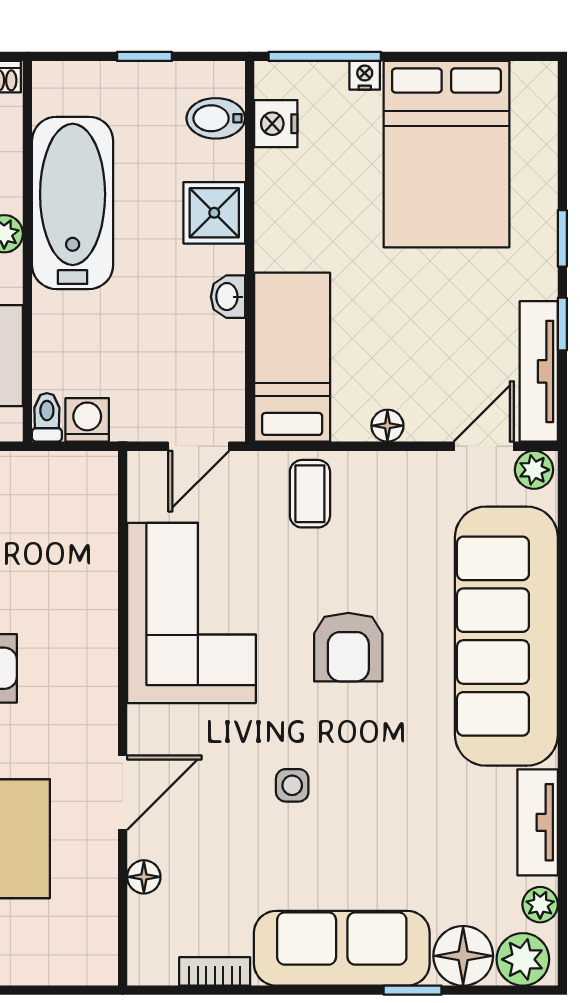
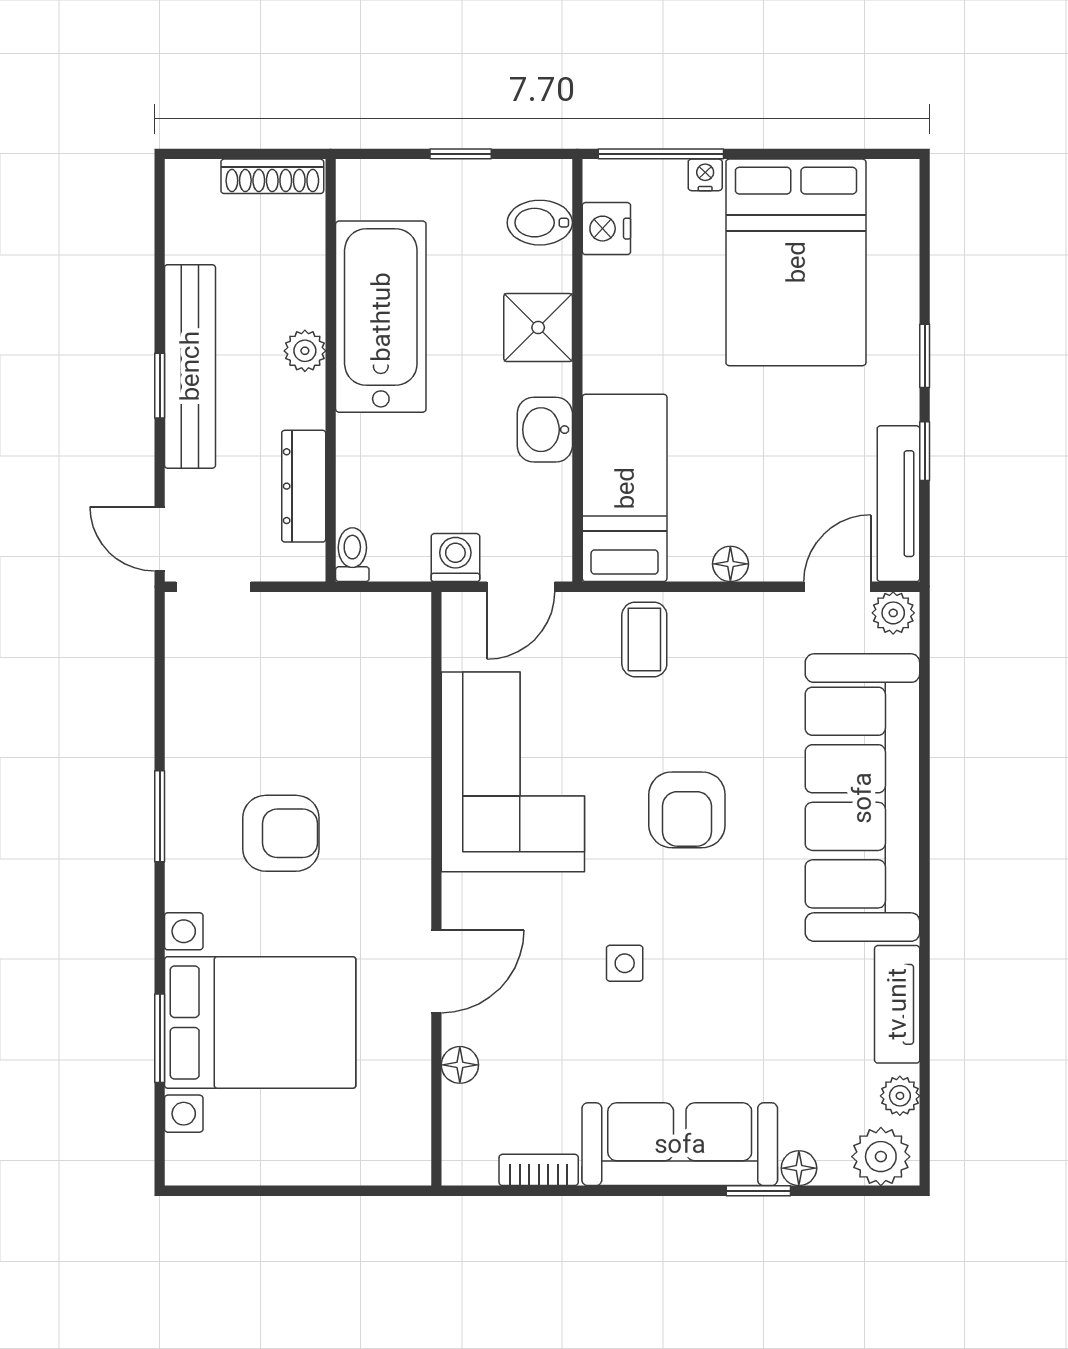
washbasin: (228, 297) -> (545, 430), width x1.38, depth x1.45
washing machine: (87, 420) -> (455, 558), moved
floor lamp: (463, 956) -> (799, 1168), width x0.53, depth x0.53

